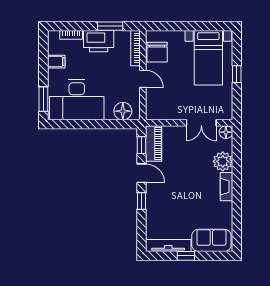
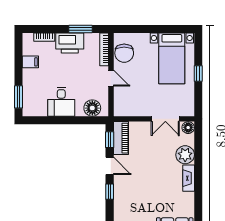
desk: (77, 100) -> (61, 102), width x0.53, depth x0.77

